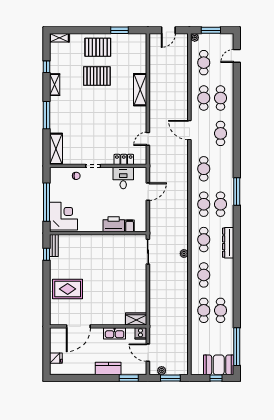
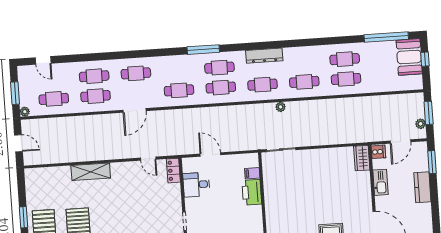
window: (120, 30) -> (24, 217), moved
locker: (124, 159) -> (173, 171), moved

